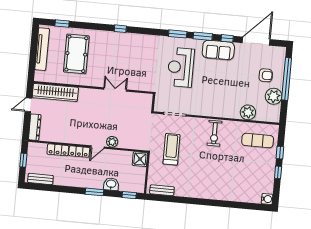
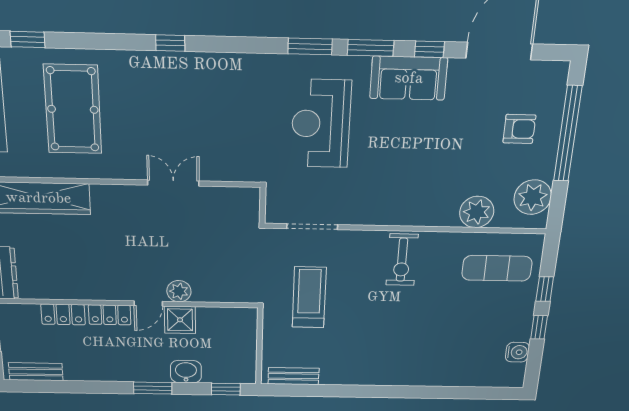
plant: (274, 96) -> (533, 197), moved
shower: (140, 159) -> (180, 320), moved
water cooler: (267, 199) -> (517, 352), moved

